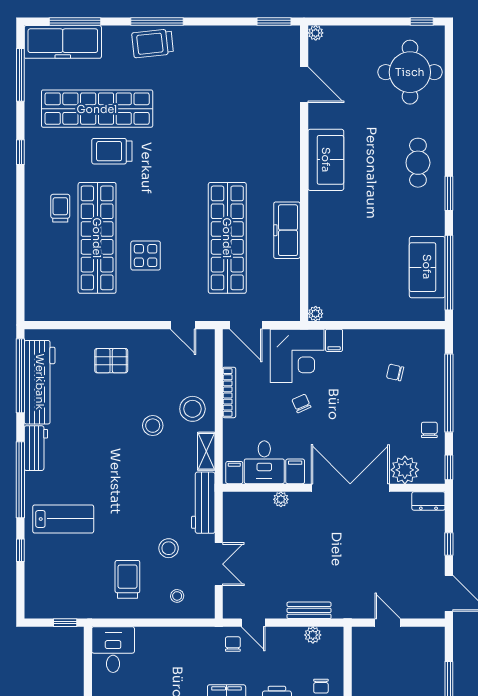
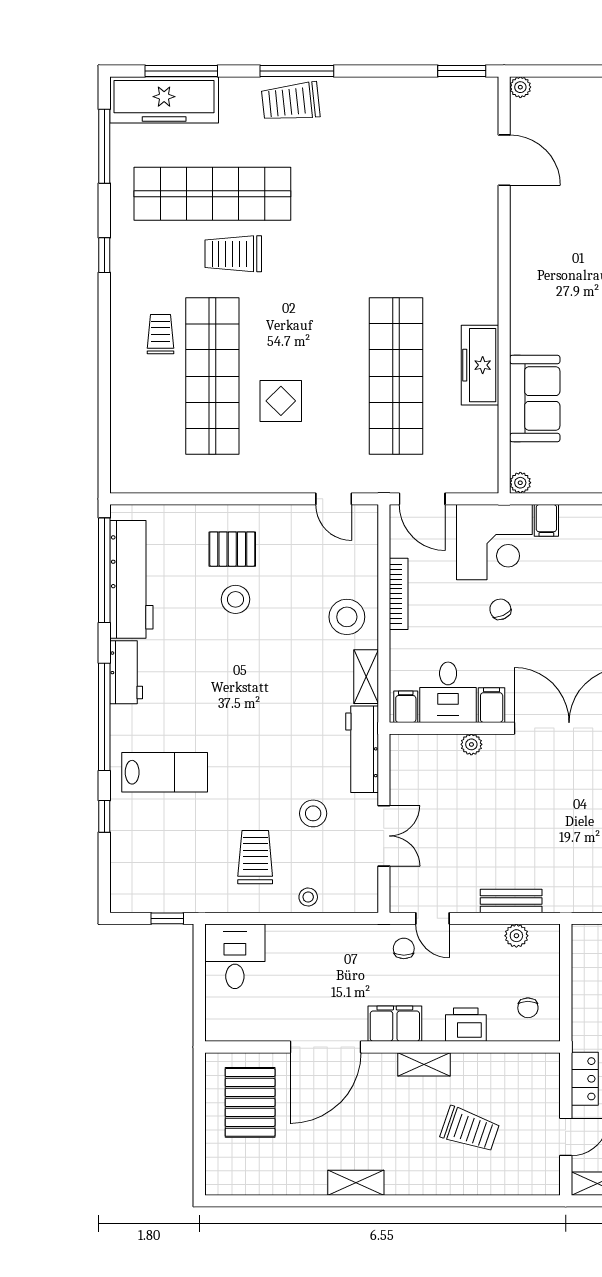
sofa: (326, 160) -> (535, 398), moved
stool: (153, 426) -> (236, 599), moved
stool: (177, 596) -> (308, 897), moved

